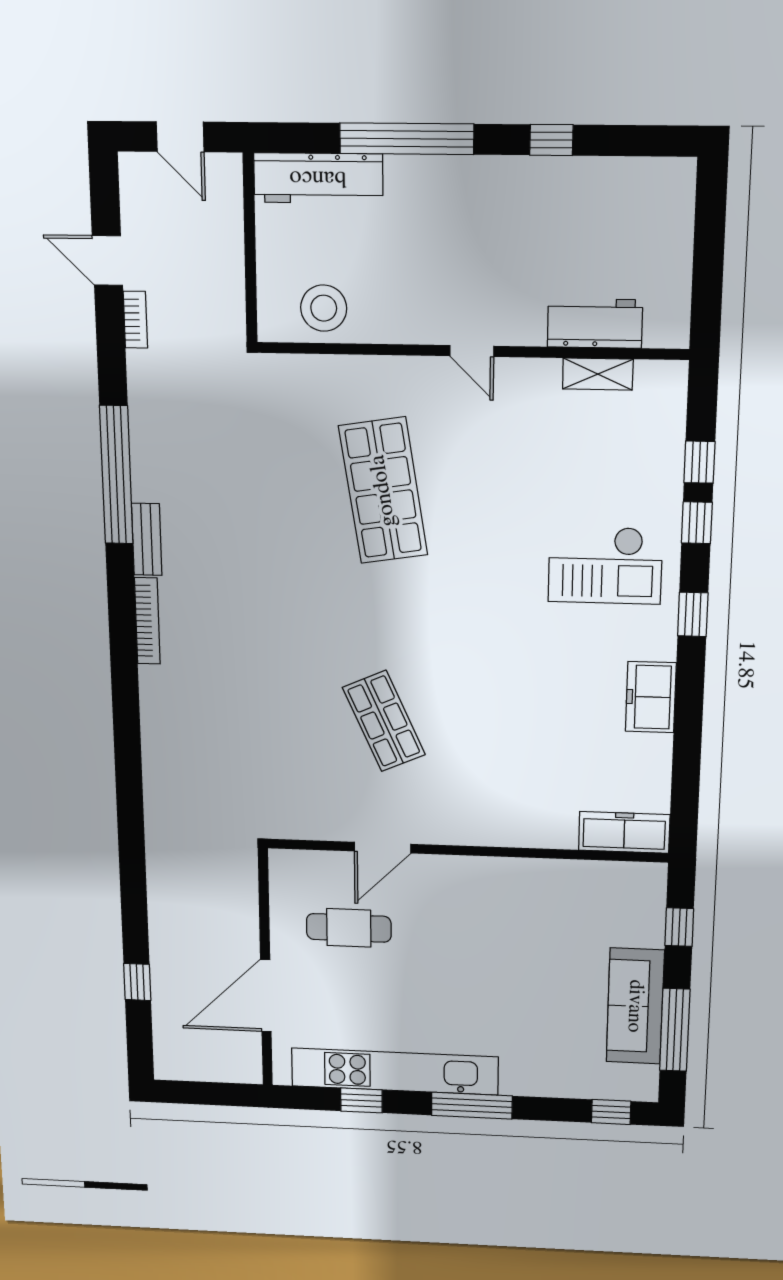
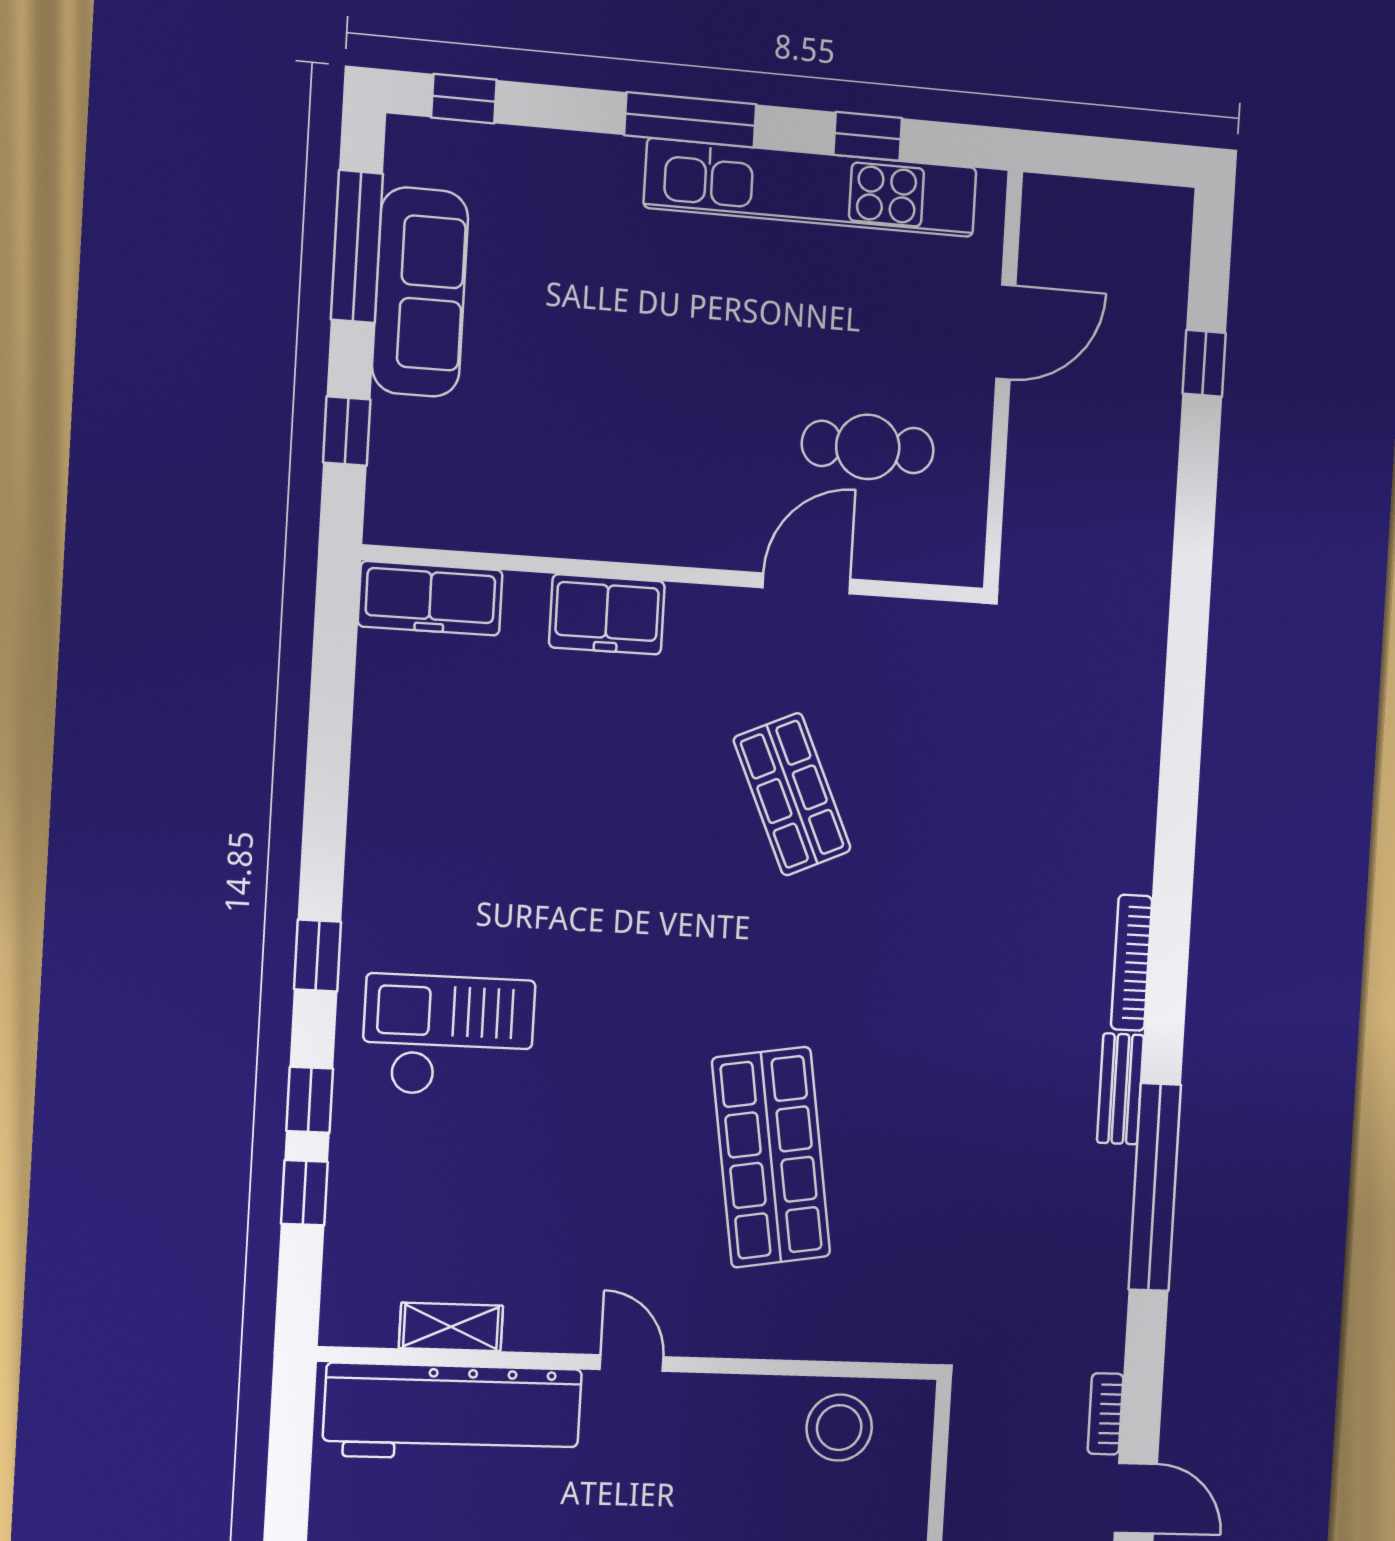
workbench: (595, 323) -> (452, 1412), width x1.87, depth x1.32
freezer: (651, 697) -> (607, 614), moved, turned 90
door: (266, 996) -> (1006, 332), width x0.73

